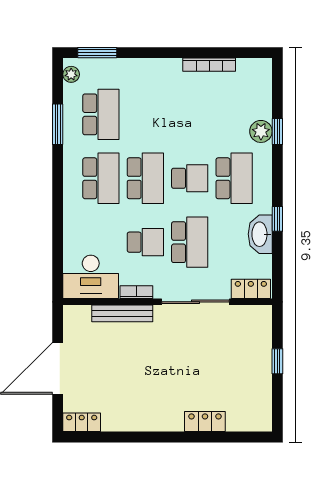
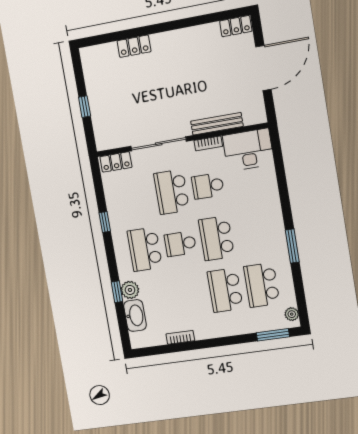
bookcase: (209, 65) -> (180, 337), width x0.64
window: (58, 124) -> (292, 246), moved
school desk: (101, 178) -> (225, 290), moved
washbasin: (260, 234) -> (135, 315), moved

